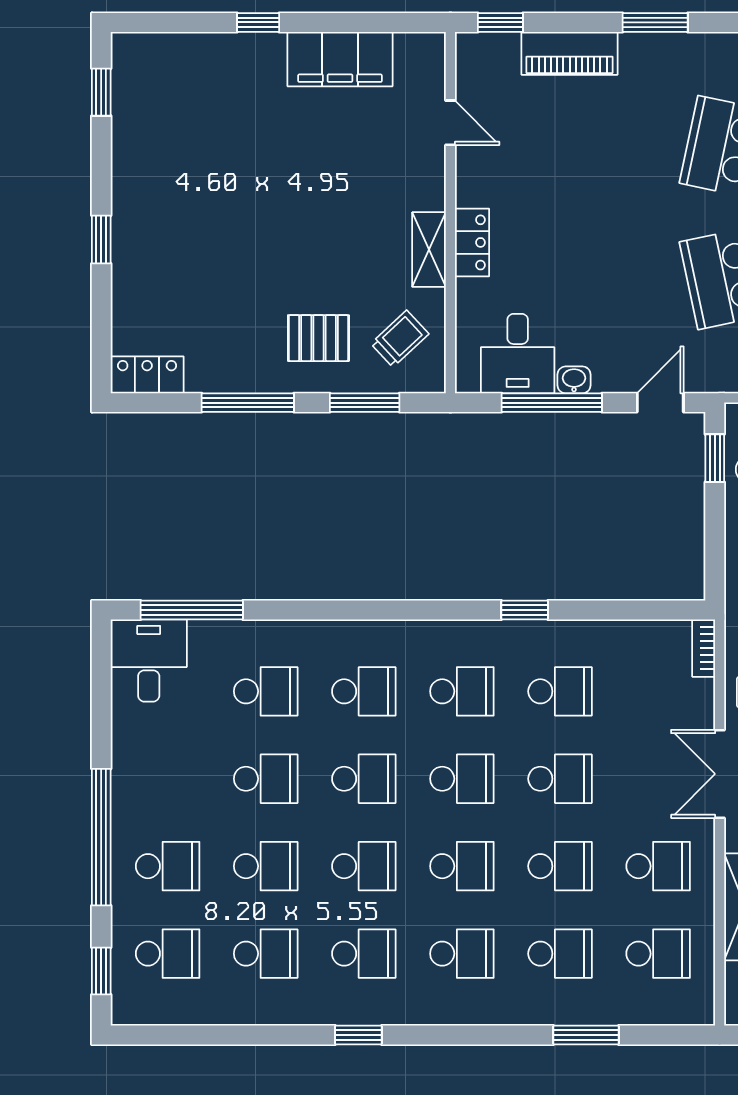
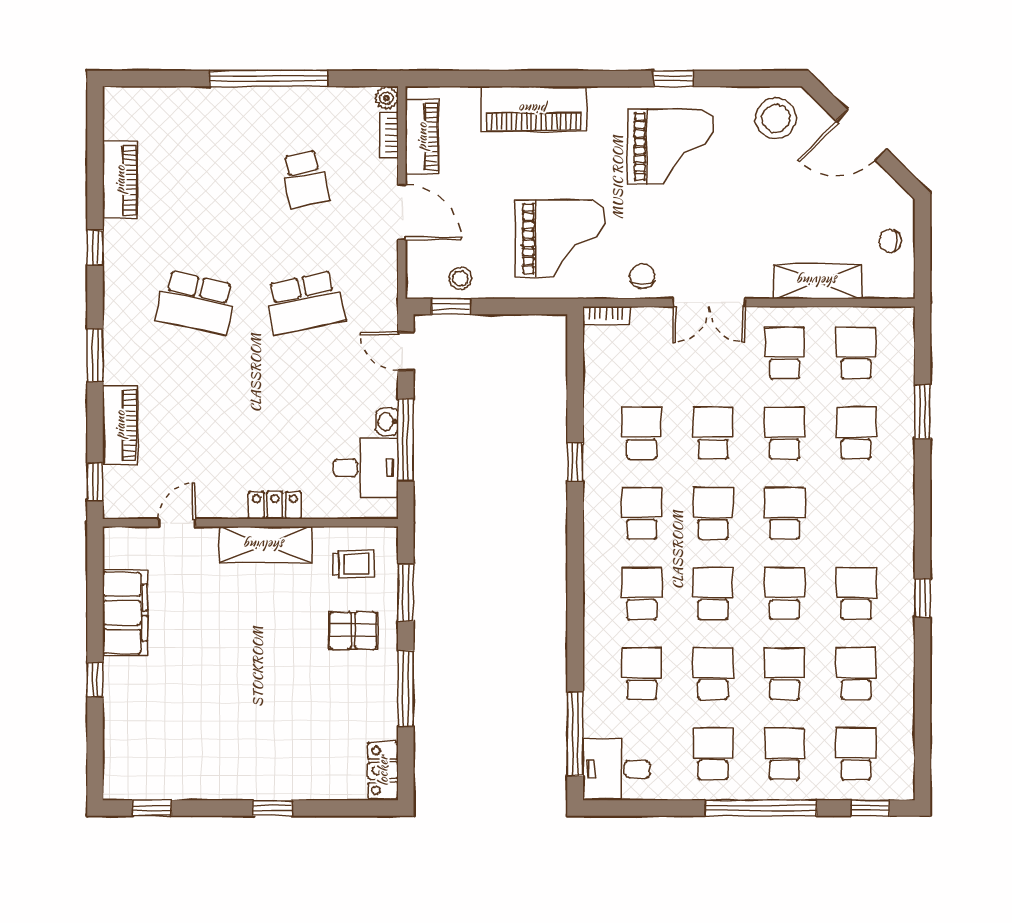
shelving: (429, 250) -> (265, 545), width x1.50, depth x1.33
pallet: (318, 338) -> (353, 631), turned 90
trolley: (400, 339) -> (353, 564), turned 131
school desk: (462, 954) -> (713, 754), moved

